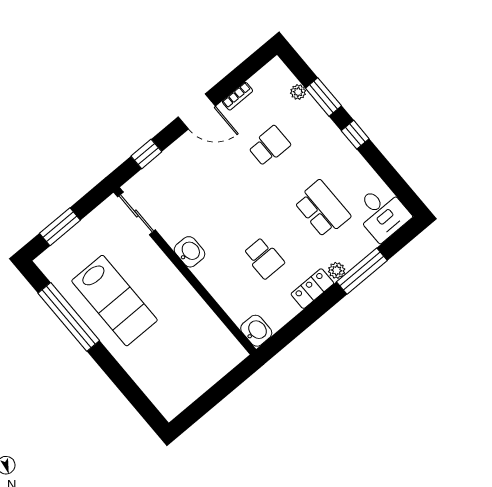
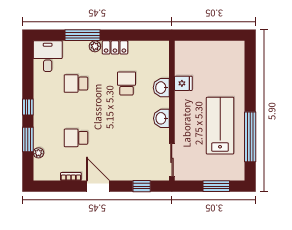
school desk: (322, 209) -> (76, 84), width x0.54
fridge: (198, 314) -> (183, 83), added
washbasin: (256, 331) -> (161, 88), moved

